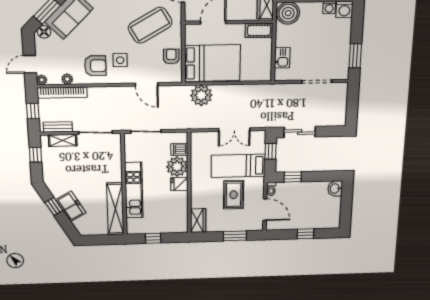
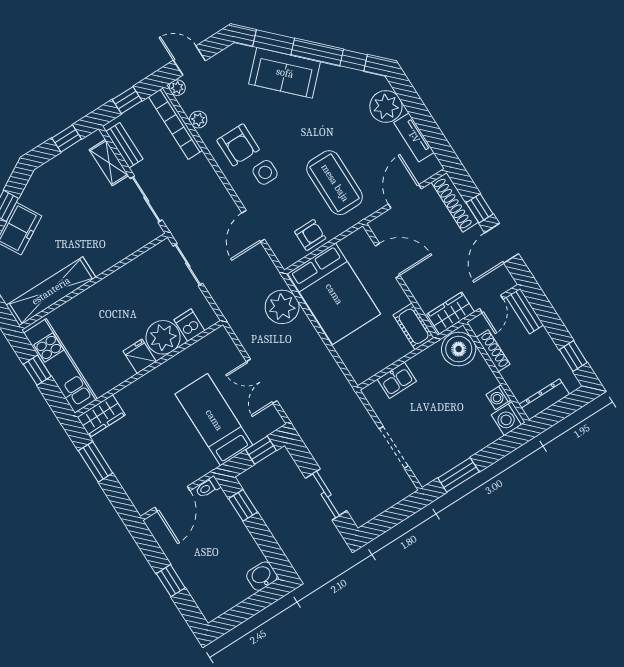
coffee table: (150, 25) -> (335, 183), turned 30
floor lamp: (44, 32) -> (244, 54), removed
sliding door: (300, 132) -> (326, 494), moved
kitchen unit: (134, 190) -> (60, 366), moved, turned -90
rug: (234, 195) -> (169, 441), removed
window: (235, 236) -> (95, 462), moved

